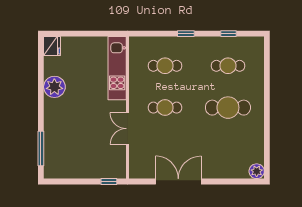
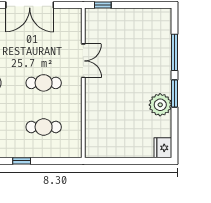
kitchen unit: (117, 68) -> (94, 124), removed
window: (41, 98) -> (174, 93), added
window: (41, 149) -> (174, 52), moved

